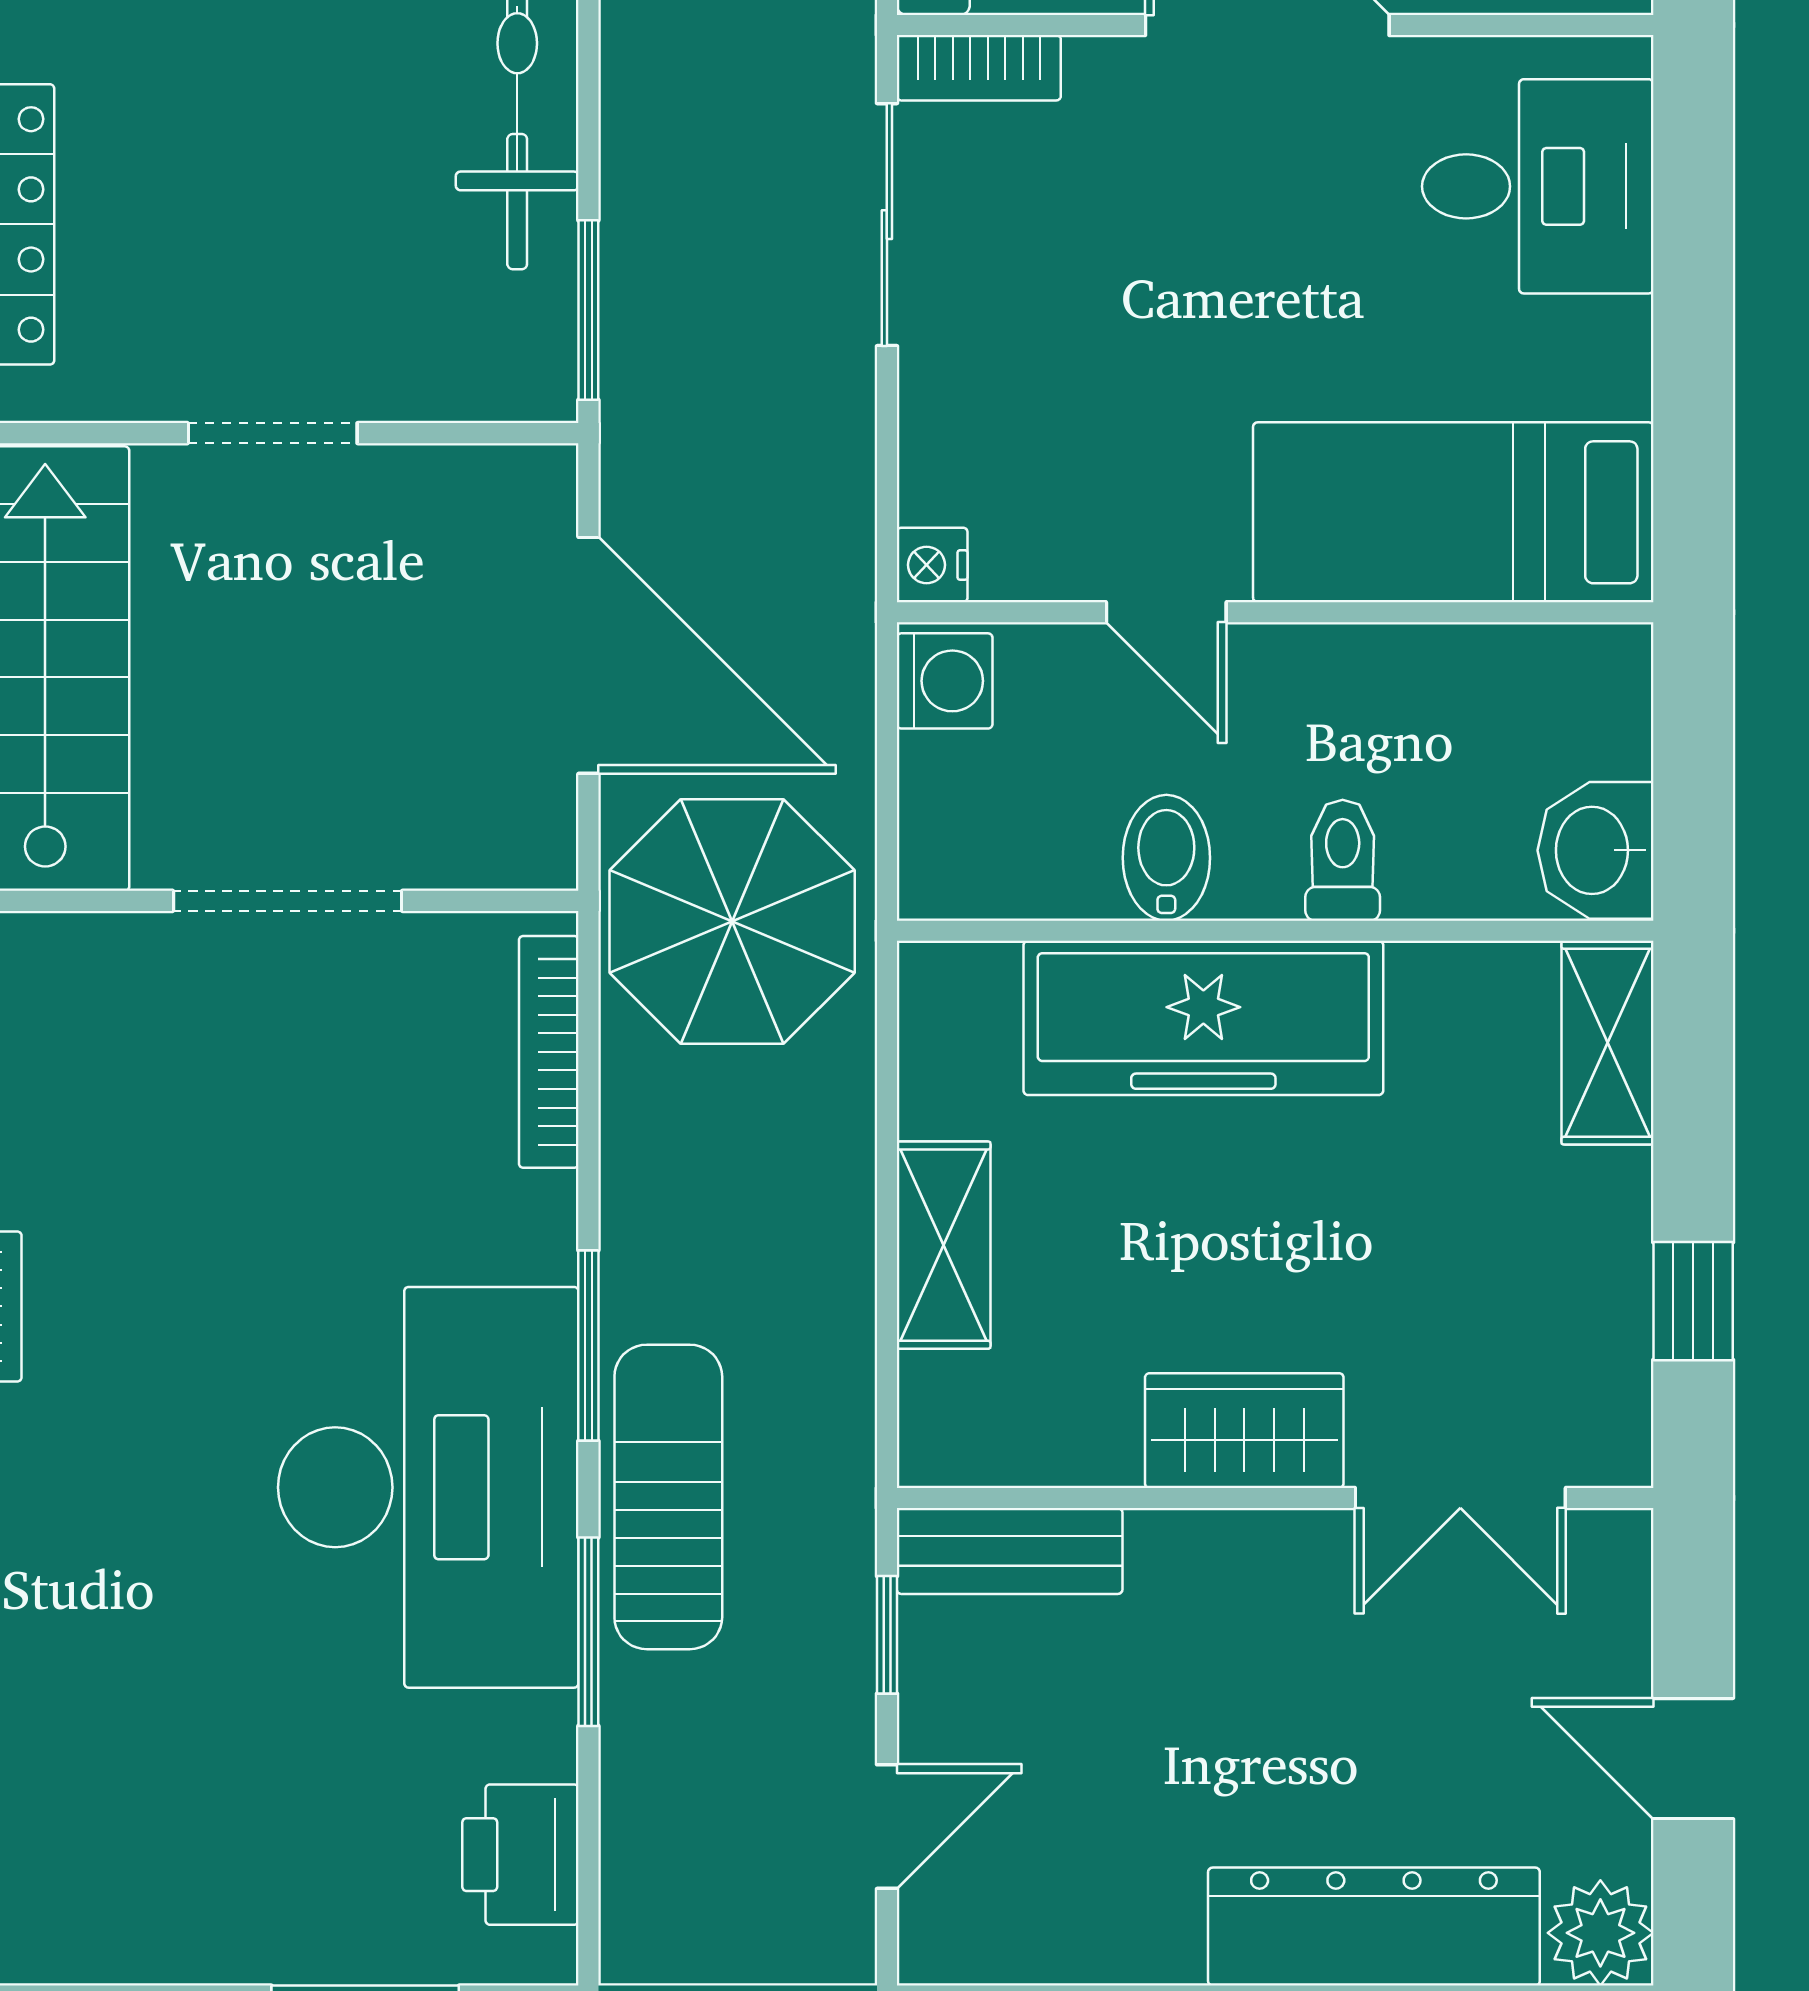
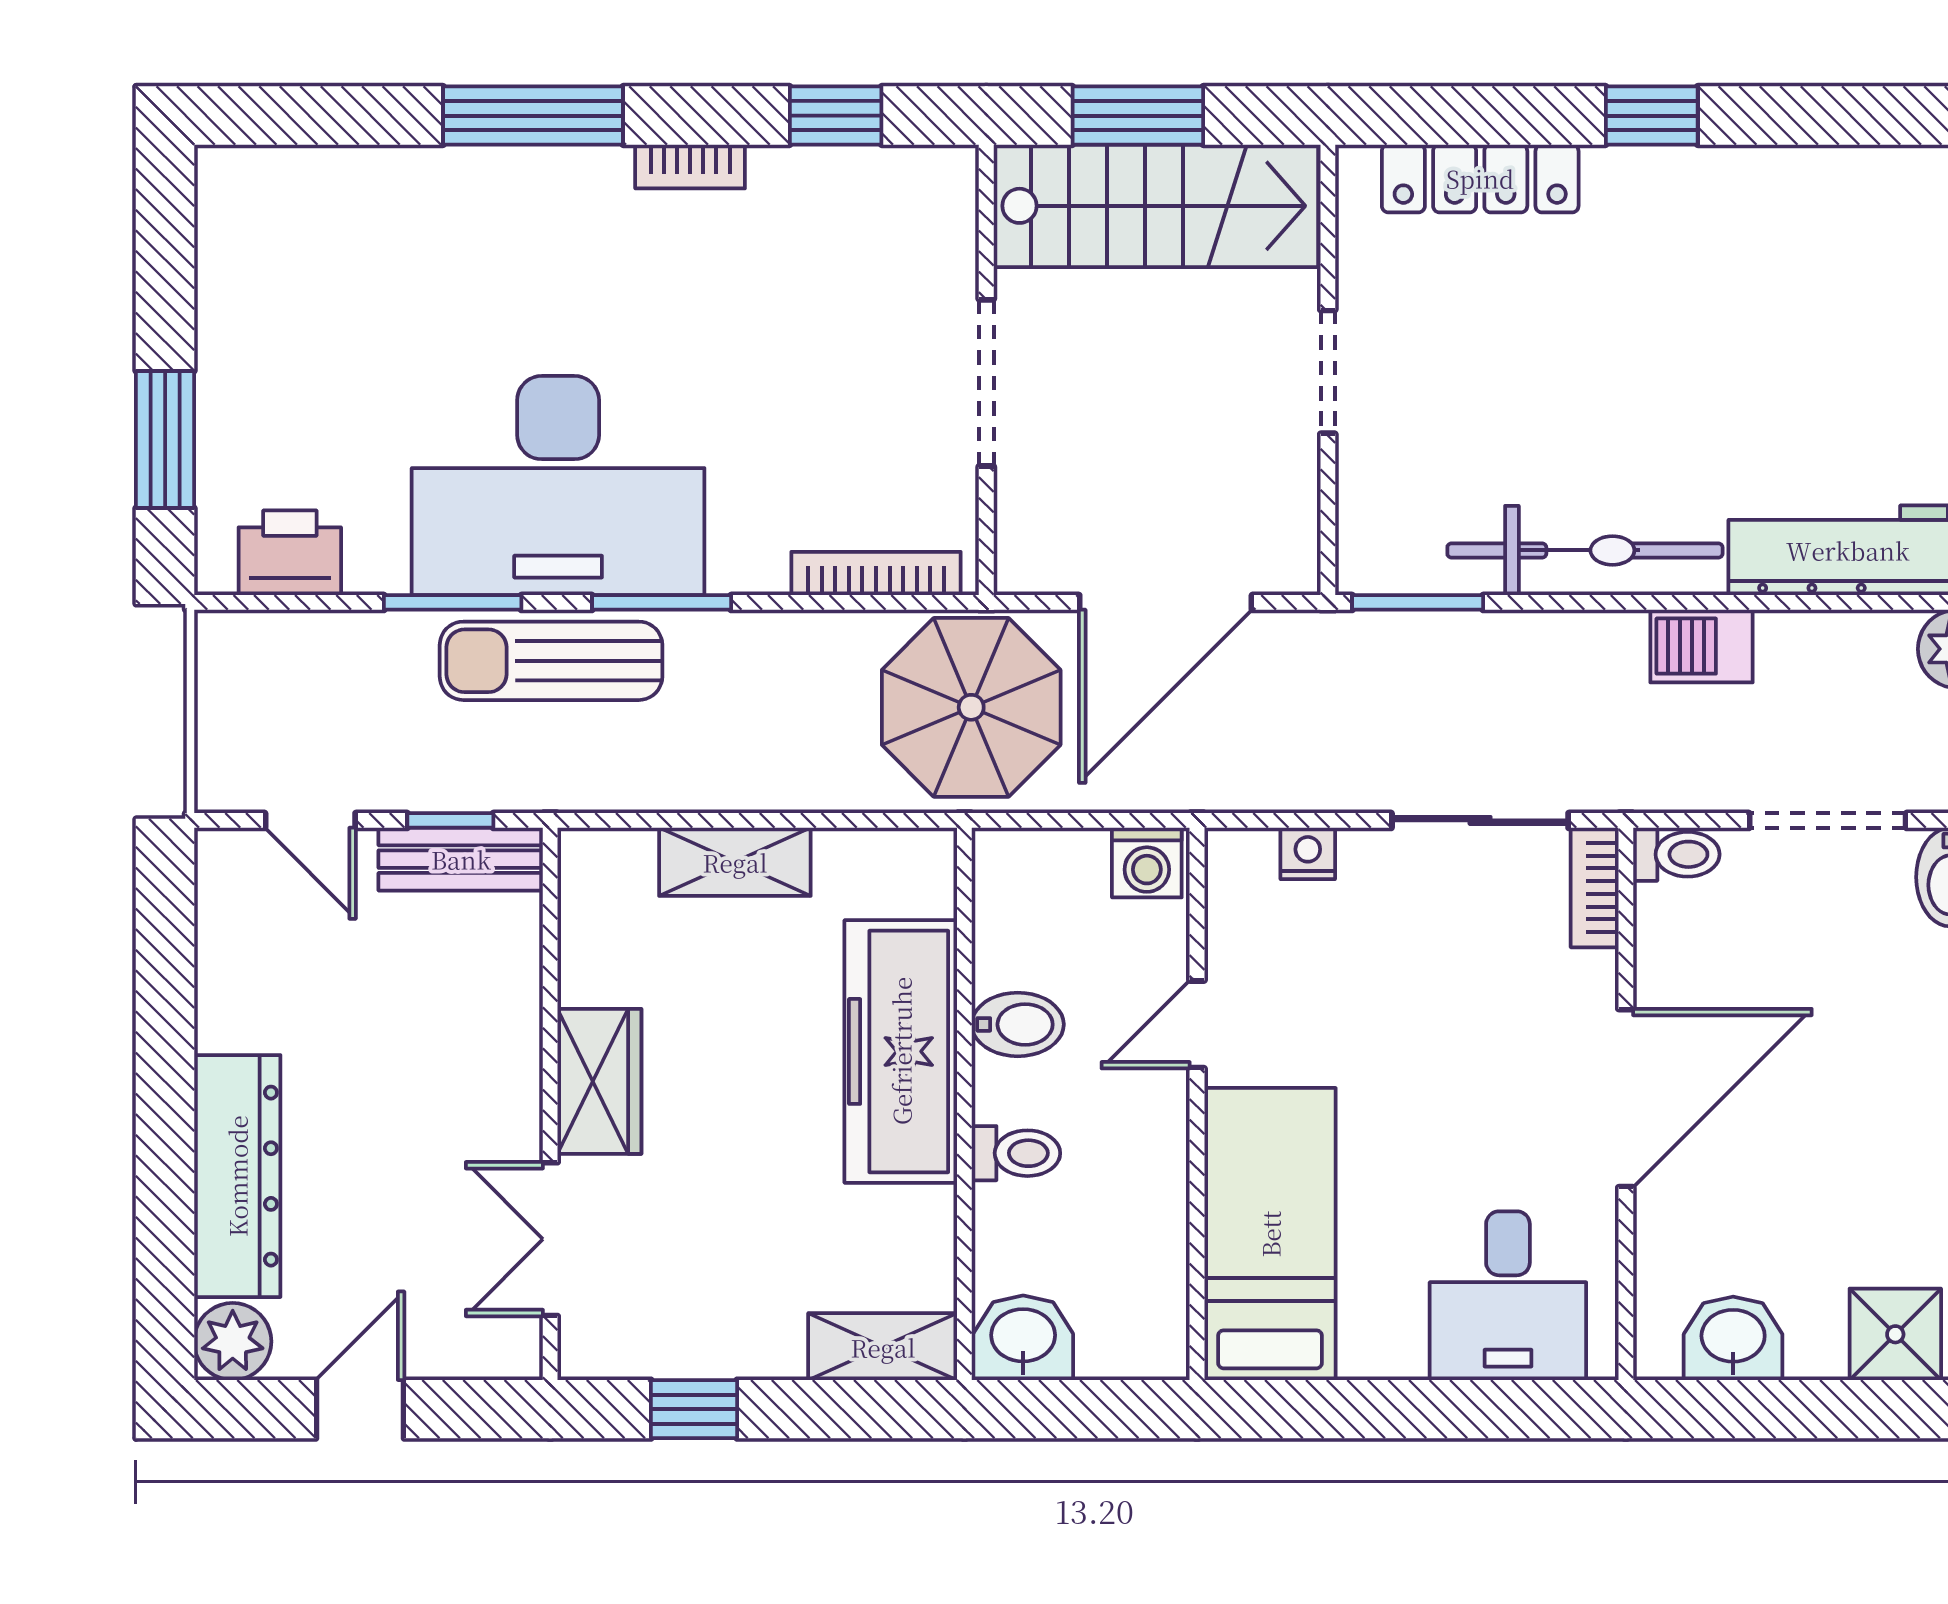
nightstand: (932, 565) -> (1308, 853), moved
sun lounger: (668, 1497) -> (551, 661), turned 180
bench: (1010, 1551) -> (461, 859), moved, turned 90

